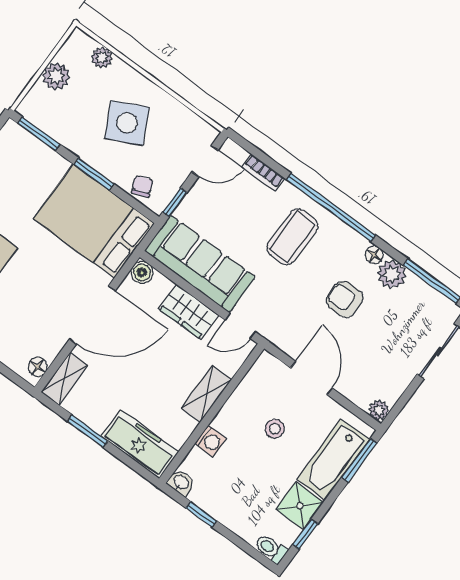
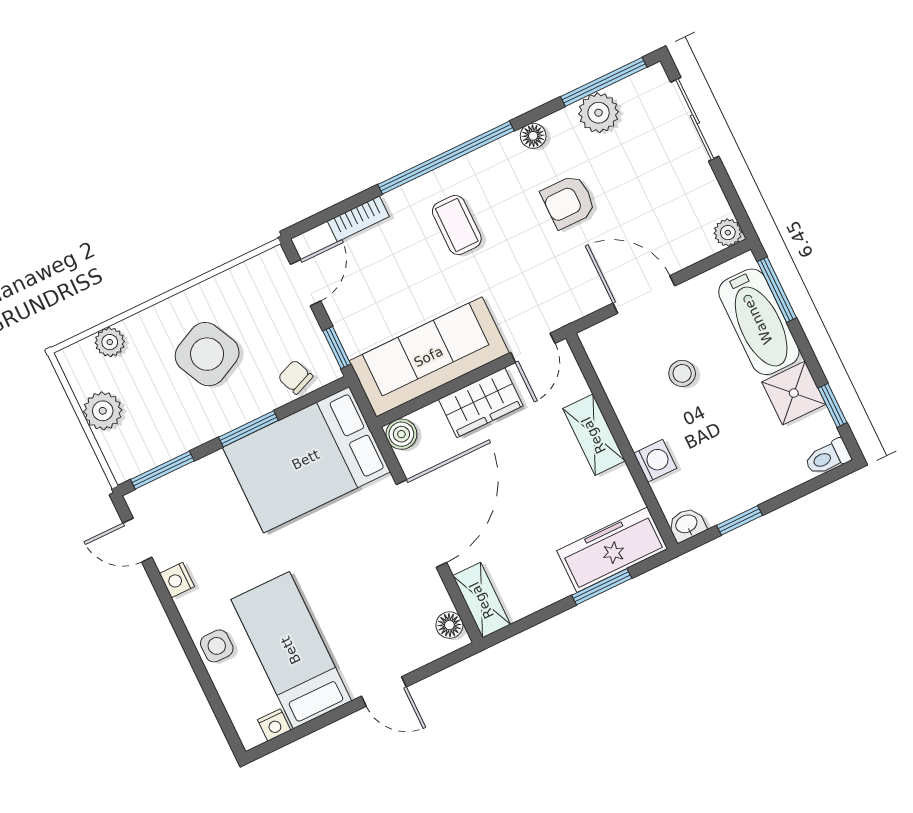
coffee table: (292, 237) -> (457, 225), width x0.73, depth x0.77
plant: (392, 274) -> (599, 113), moved
window: (87, 431) -> (602, 587), moved

